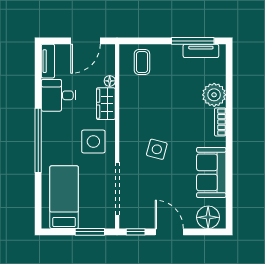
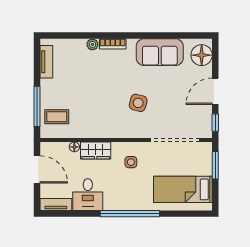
window: (193, 41) -> (37, 106), moved
plant: (214, 95) -> (92, 44), width x0.53, depth x0.53
side table: (93, 141) -> (131, 162), width x0.54, depth x0.54

